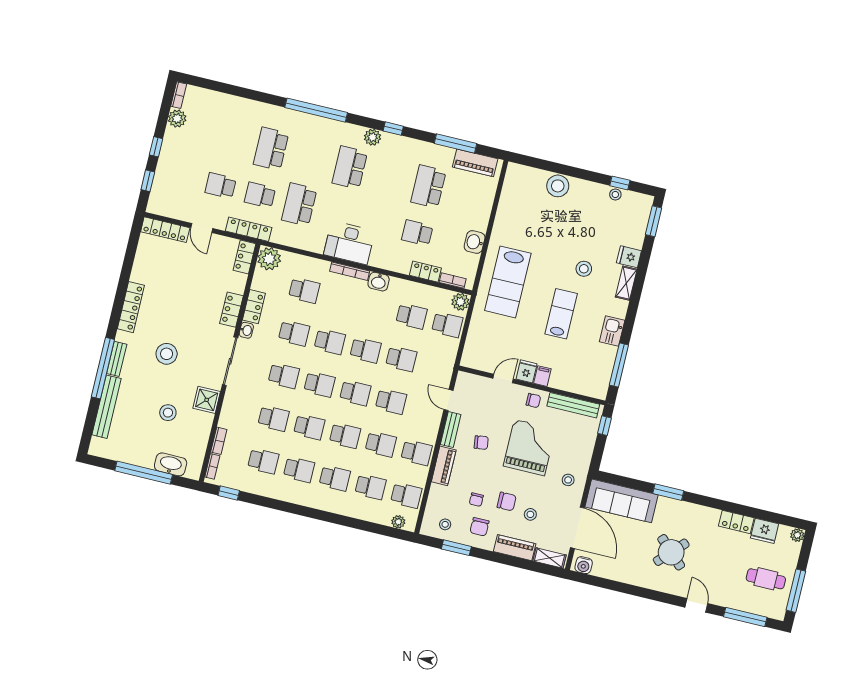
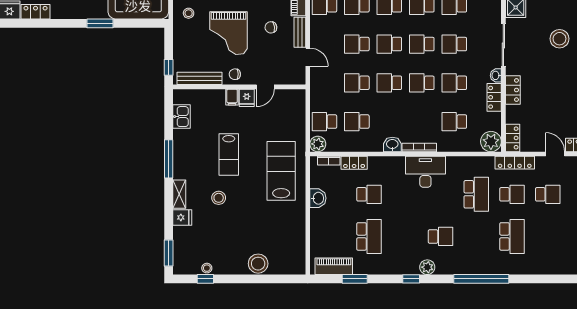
window: (455, 143) -> (355, 279), width x0.69
school desk: (350, 168) -> (441, 236), width x0.54
kitchen sink: (612, 331) -> (181, 117), moved
window: (619, 365) -> (169, 159), moved

